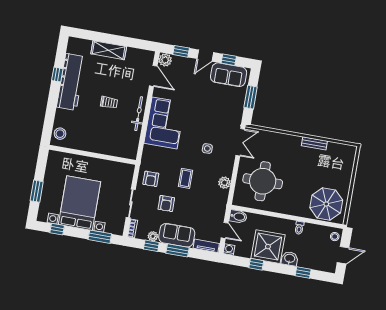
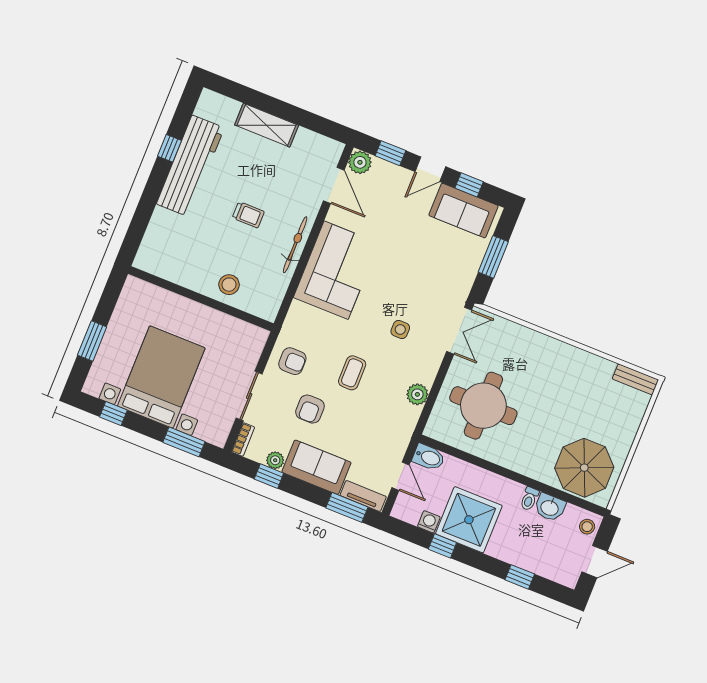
stool: (60, 134) -> (229, 285), moved
bench: (314, 143) -> (635, 379), moved
armchair: (151, 179) -> (292, 361), turned -90
washing machine: (229, 249) -> (429, 522), moved
window: (177, 250) -> (347, 507), moved
washbasin: (290, 259) -> (550, 507), moved, turned 180

